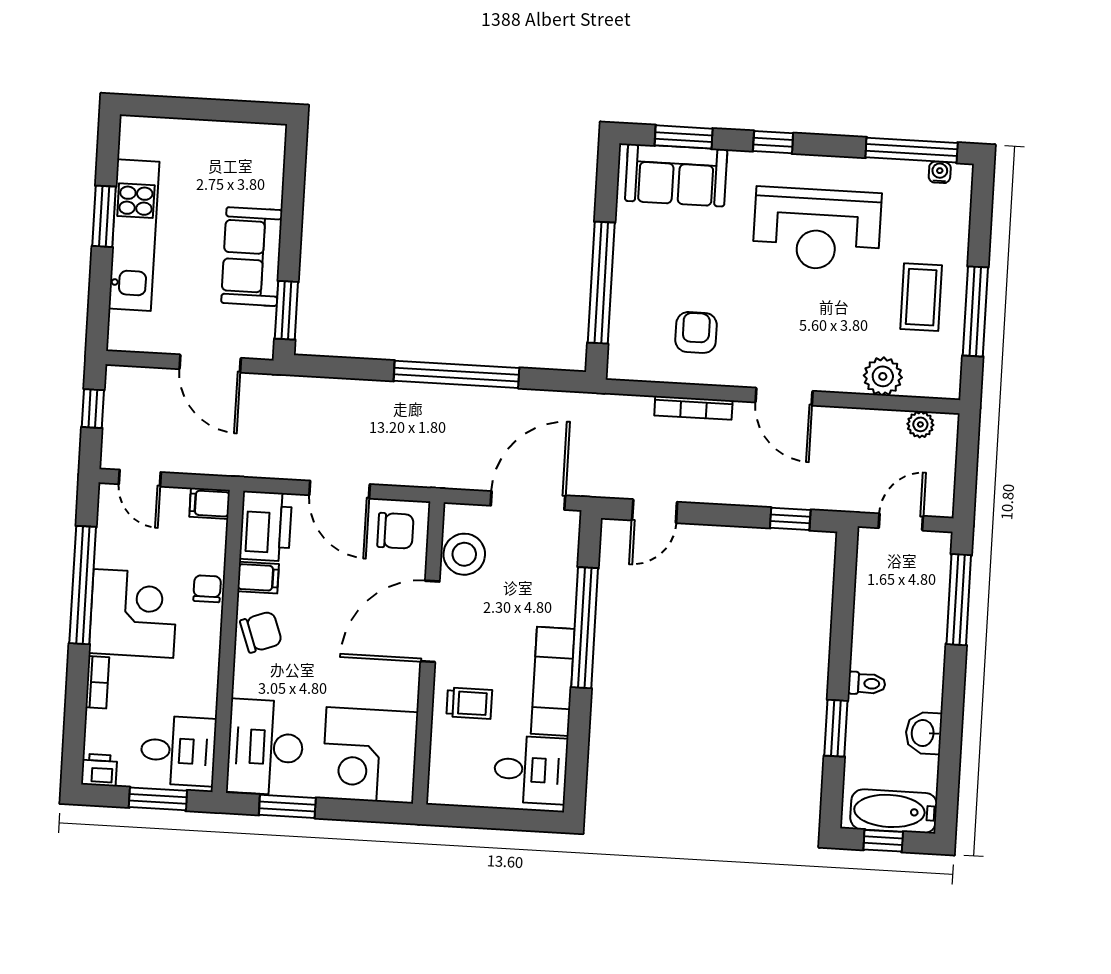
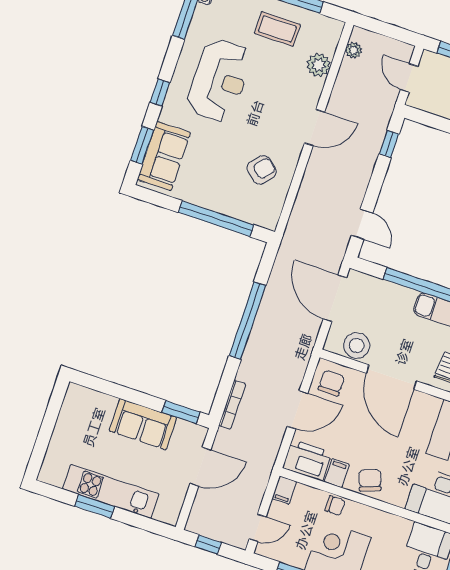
armchair: (696, 332) -> (262, 170), turned 131
bookcase: (693, 408) -> (232, 405), moved
chair: (207, 589) -> (335, 506), turned 180

